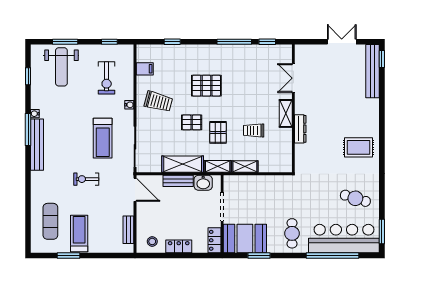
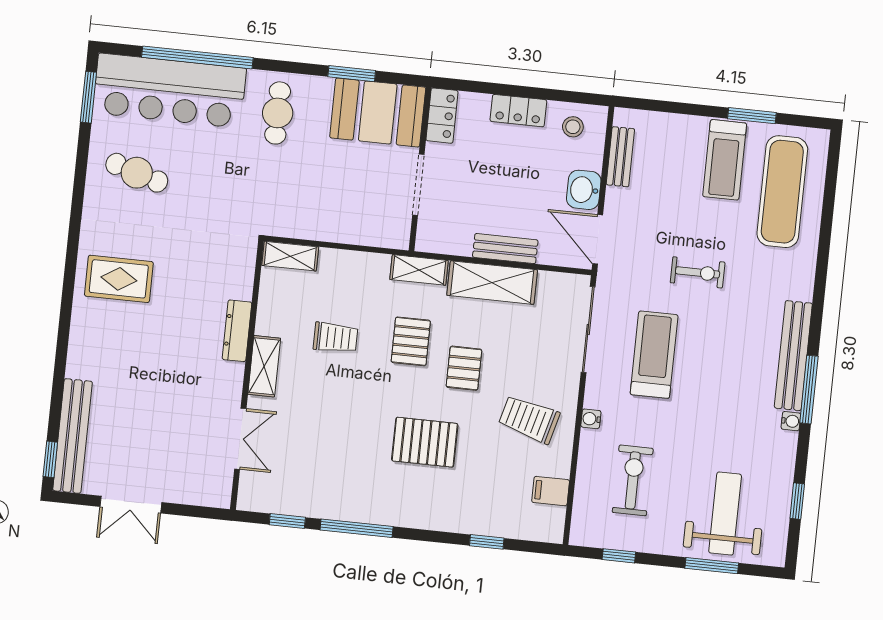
pallet: (192, 122) -> (464, 368), turned 90
shelving: (245, 167) -> (290, 256), moved
washbasin: (203, 183) -> (584, 190), moved, turned -90
exercise mat: (50, 221) -> (782, 192), width x1.36, depth x1.45

